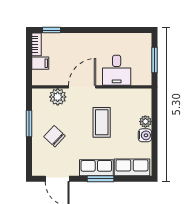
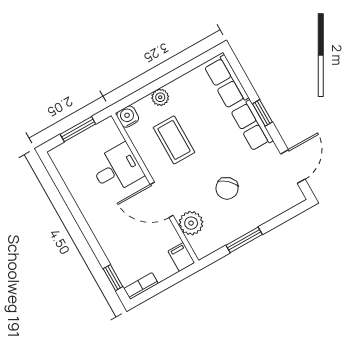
filing cabinet: (40, 63) -> (181, 257), moved
coffee table: (102, 122) -> (174, 140), moved, turned 90
water cooler: (145, 135) -> (128, 117), moved
chair: (55, 136) -> (227, 188), moved
window: (101, 179) -> (262, 113), width x0.67

